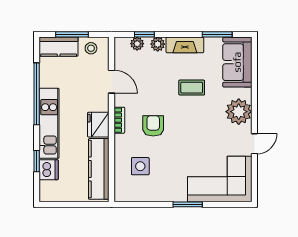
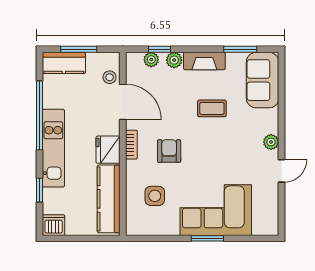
stool: (91, 48) -> (110, 77), moved
door: (111, 82) -> (123, 102), width x1.38
plant: (239, 112) -> (271, 142), width x0.53, depth x0.53
dishwasher: (49, 170) -> (54, 225), moved, turned -90
corner sofa: (220, 179) -> (216, 210), moved

